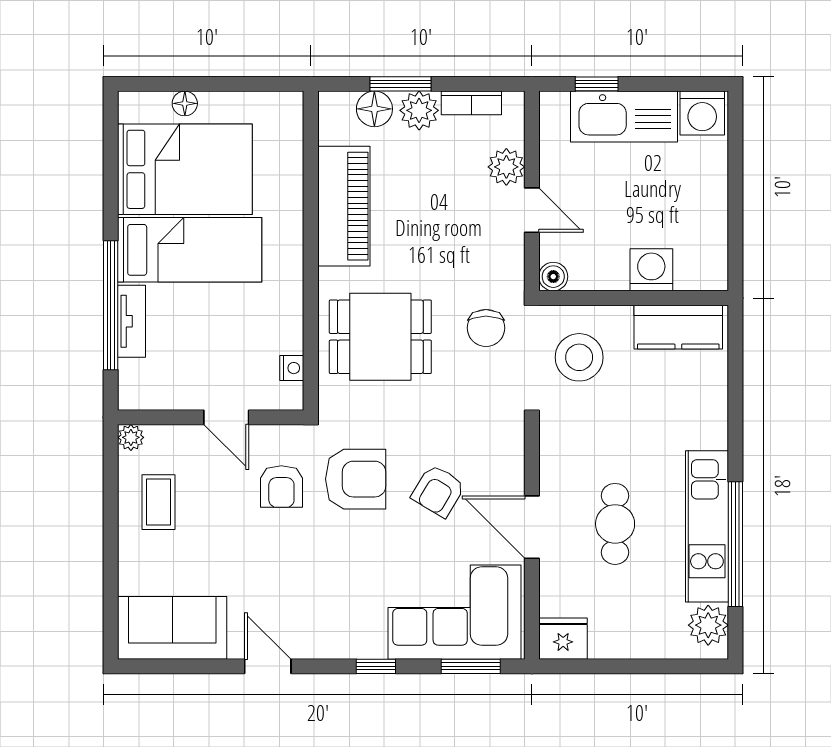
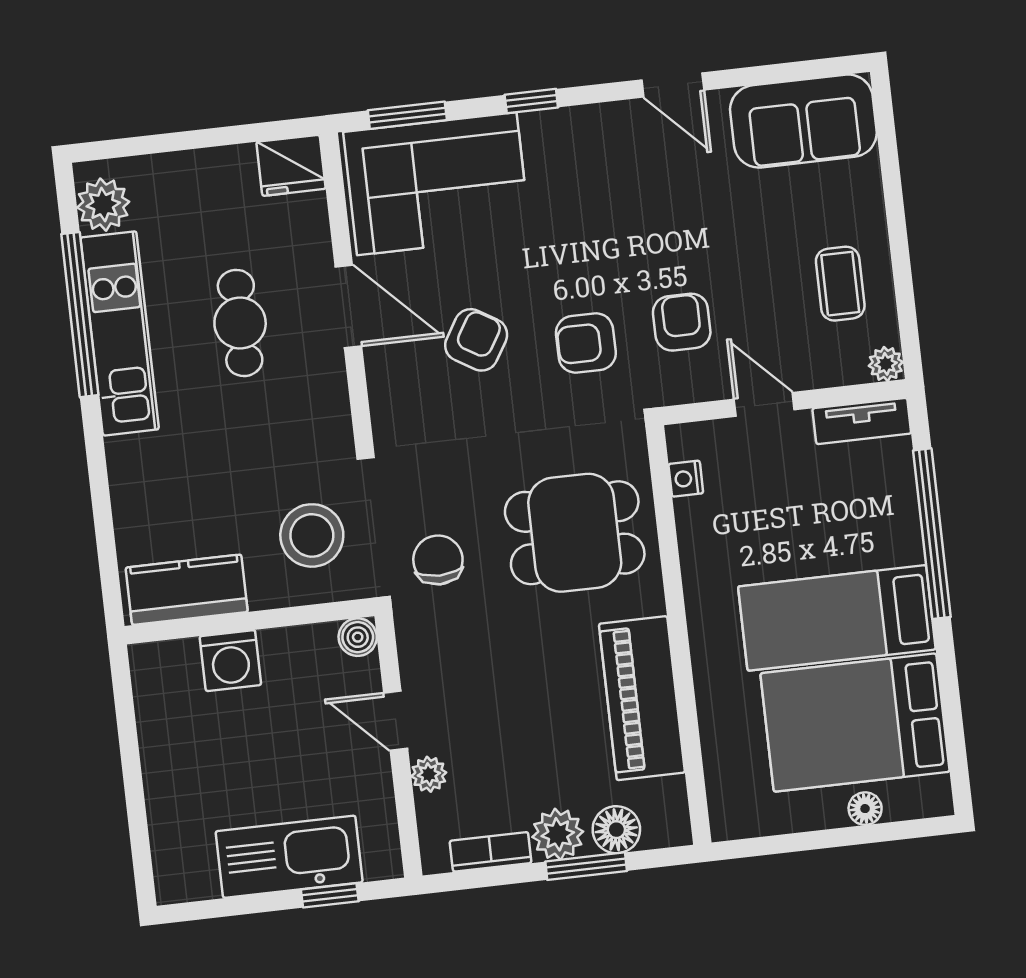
washing machine: (702, 113) -> (187, 873), removed
plant: (506, 167) -> (429, 774), width x0.73, depth x0.73
tv unit: (132, 321) -> (862, 421), moved, turned -90
armchair: (356, 479) -> (586, 343), width x0.72, depth x0.72

